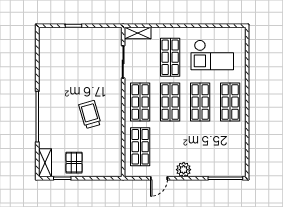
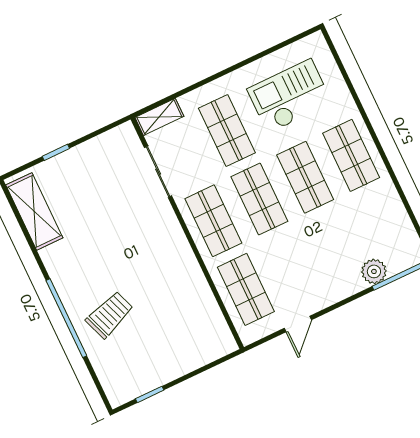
checkout: (212, 55) -> (290, 96), turned 180
trolley: (90, 115) -> (110, 315), moved, turned 86
shelving: (45, 163) -> (34, 211), moved, width x1.50, depth x1.33
pallet: (74, 163) -> (156, 362), removed
plant: (184, 170) -> (374, 271), moved

